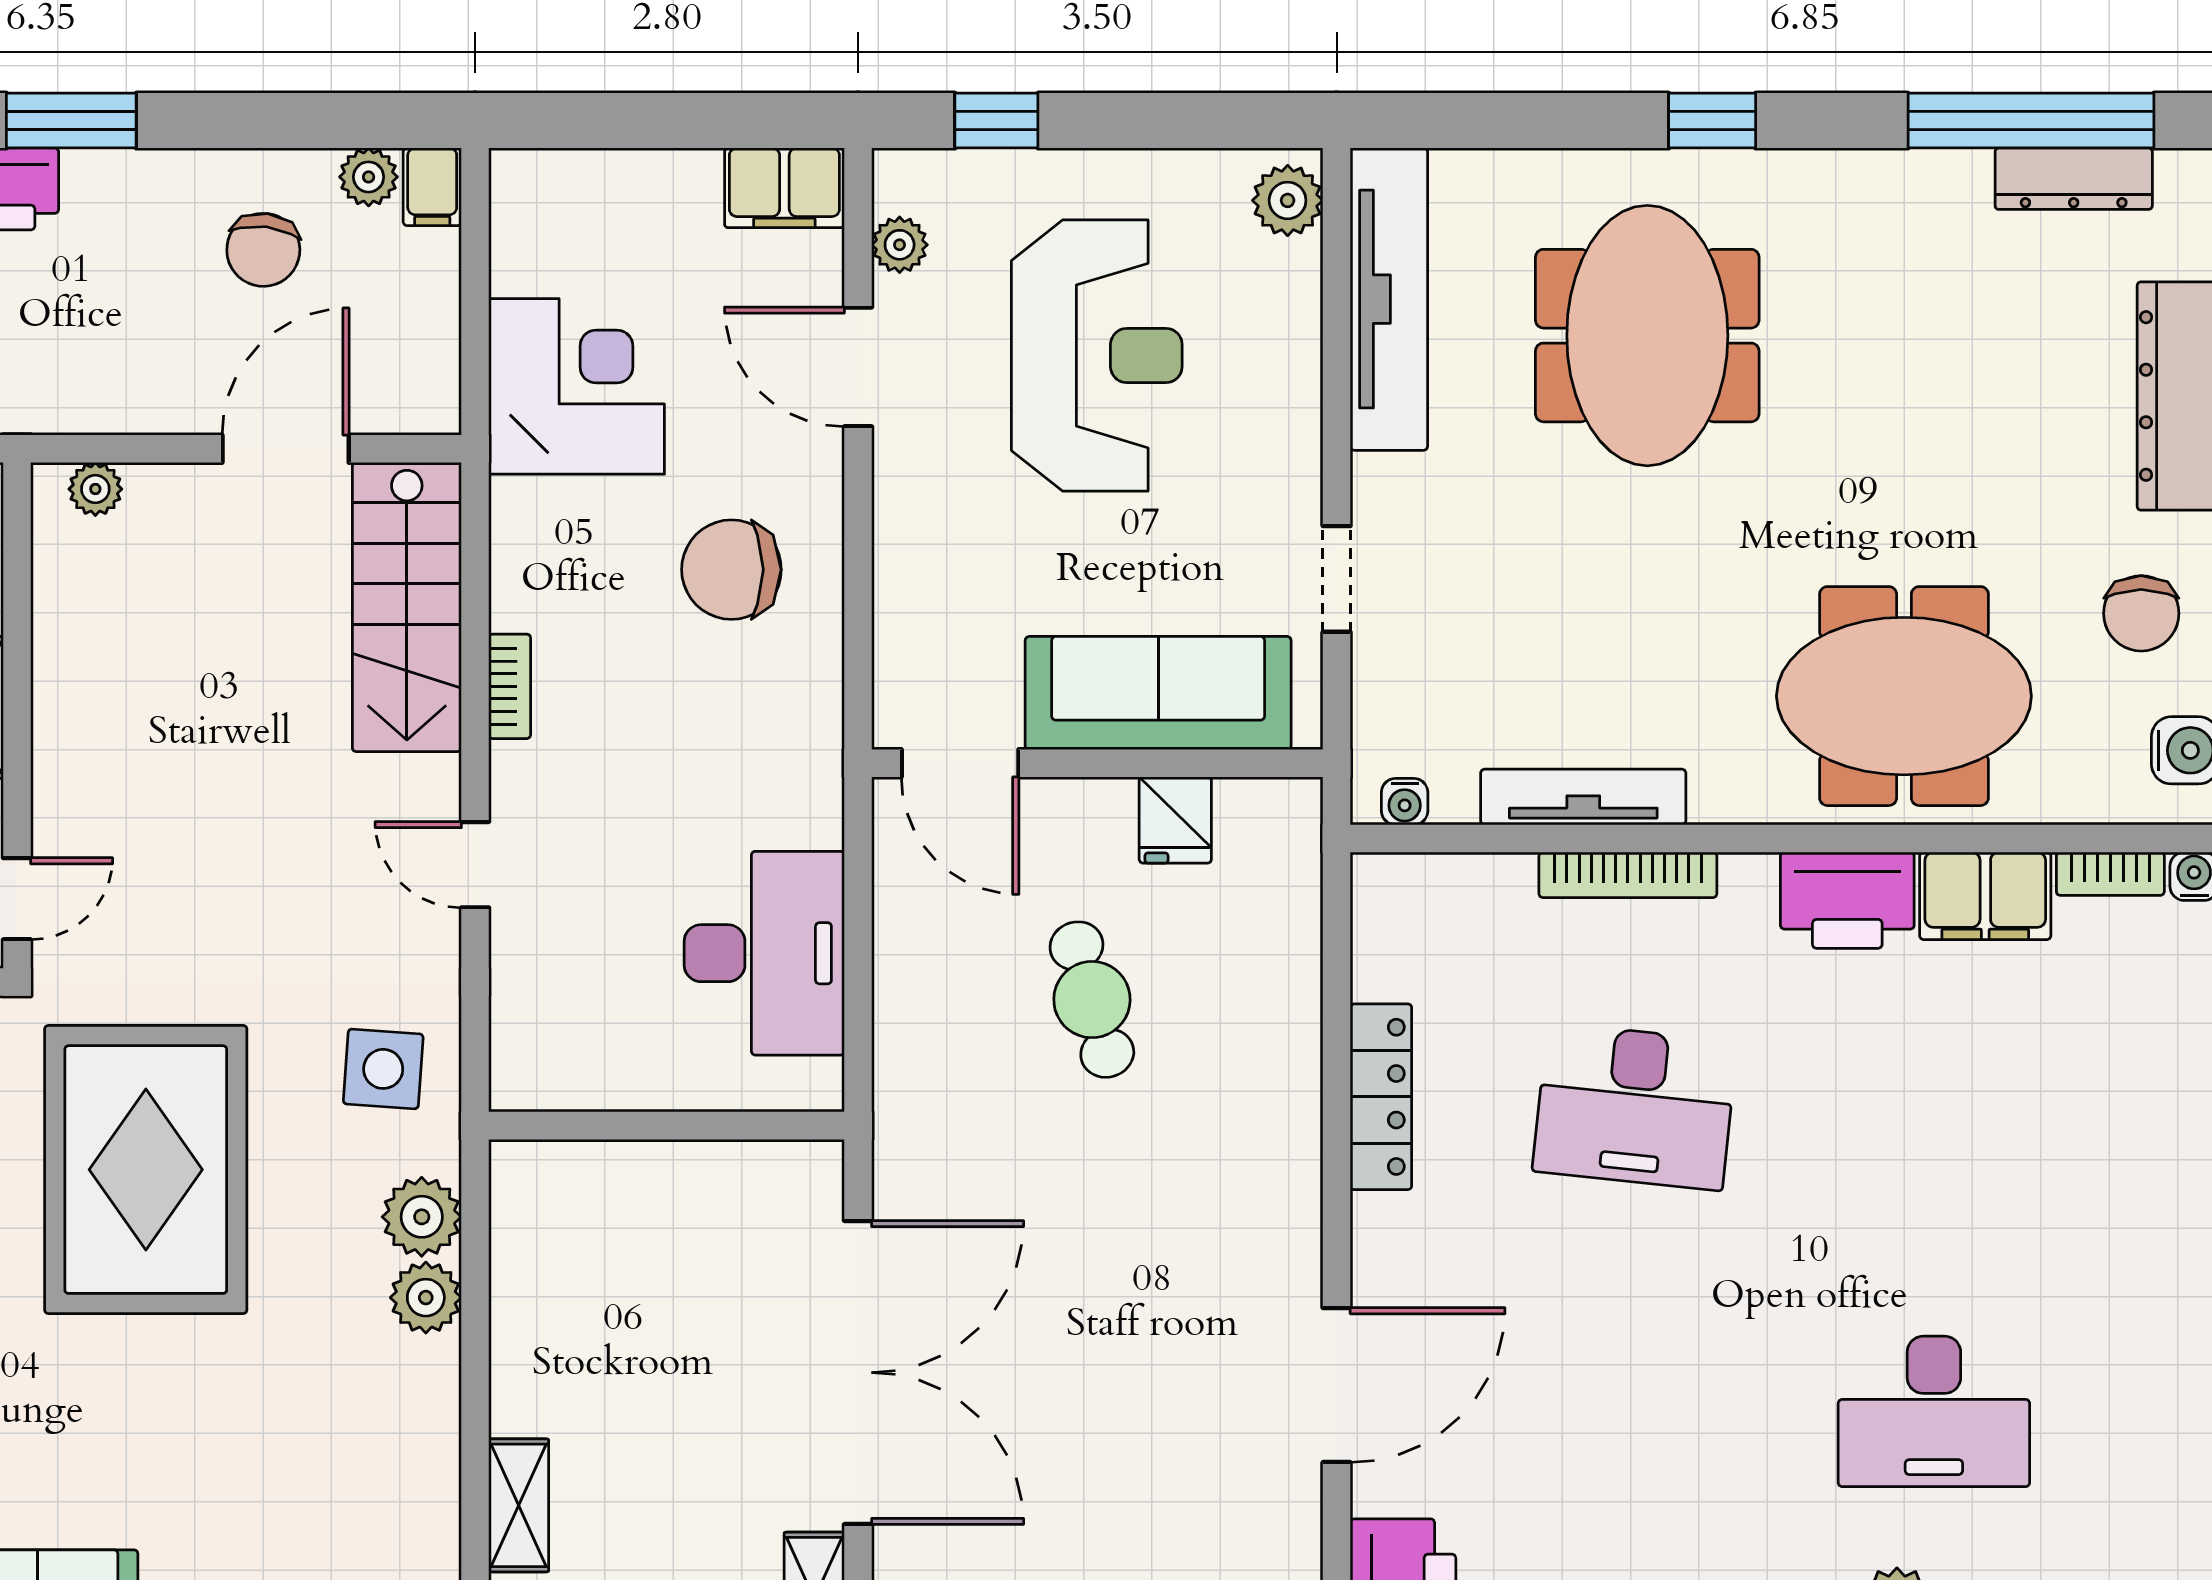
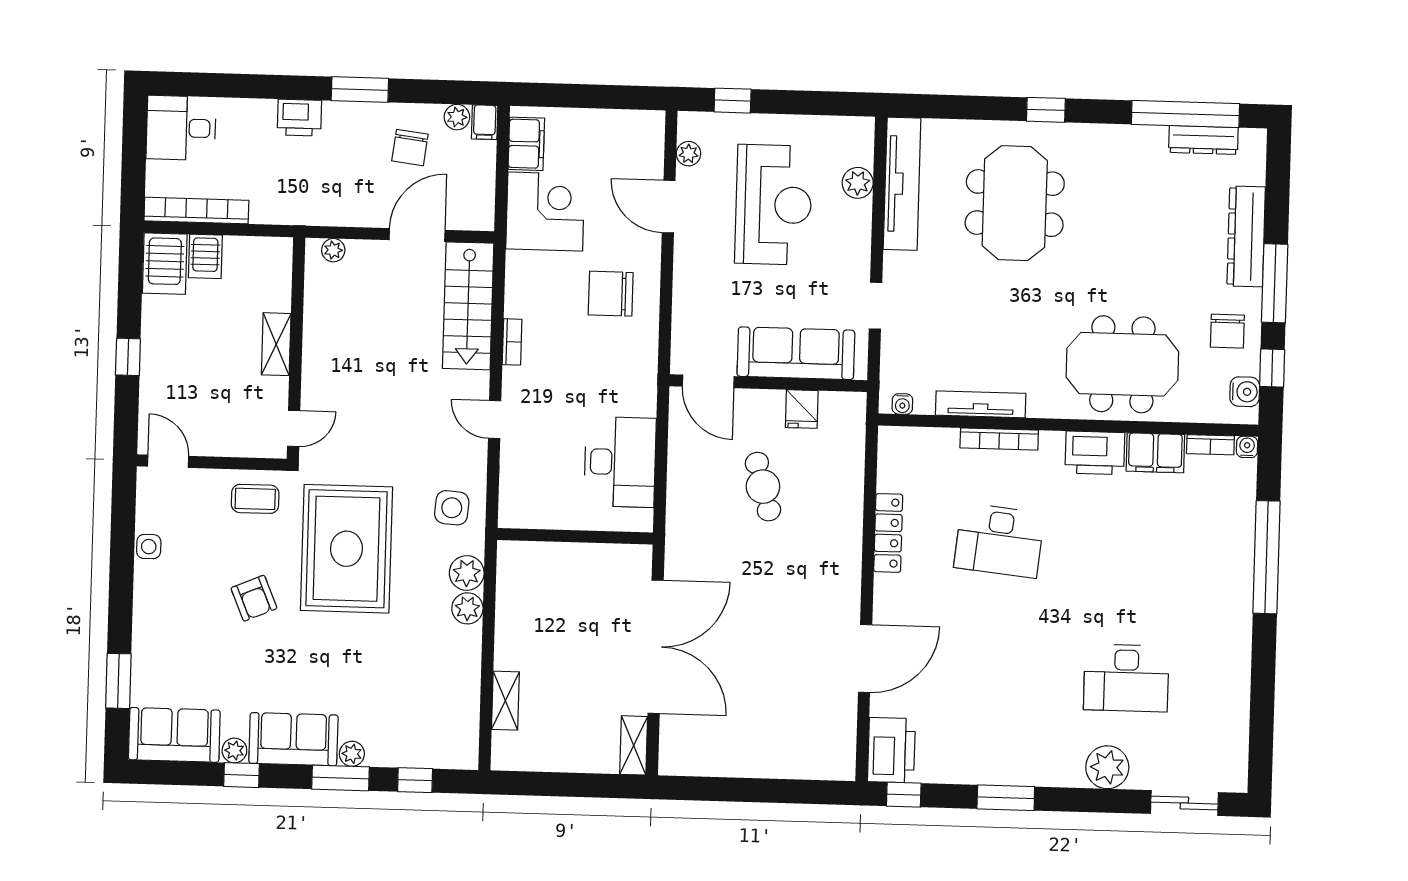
window: (71, 121) -> (360, 89), moved
filing cabinet: (784, 188) -> (526, 144), moved, turned -90
plant: (1288, 200) -> (858, 183), moved

